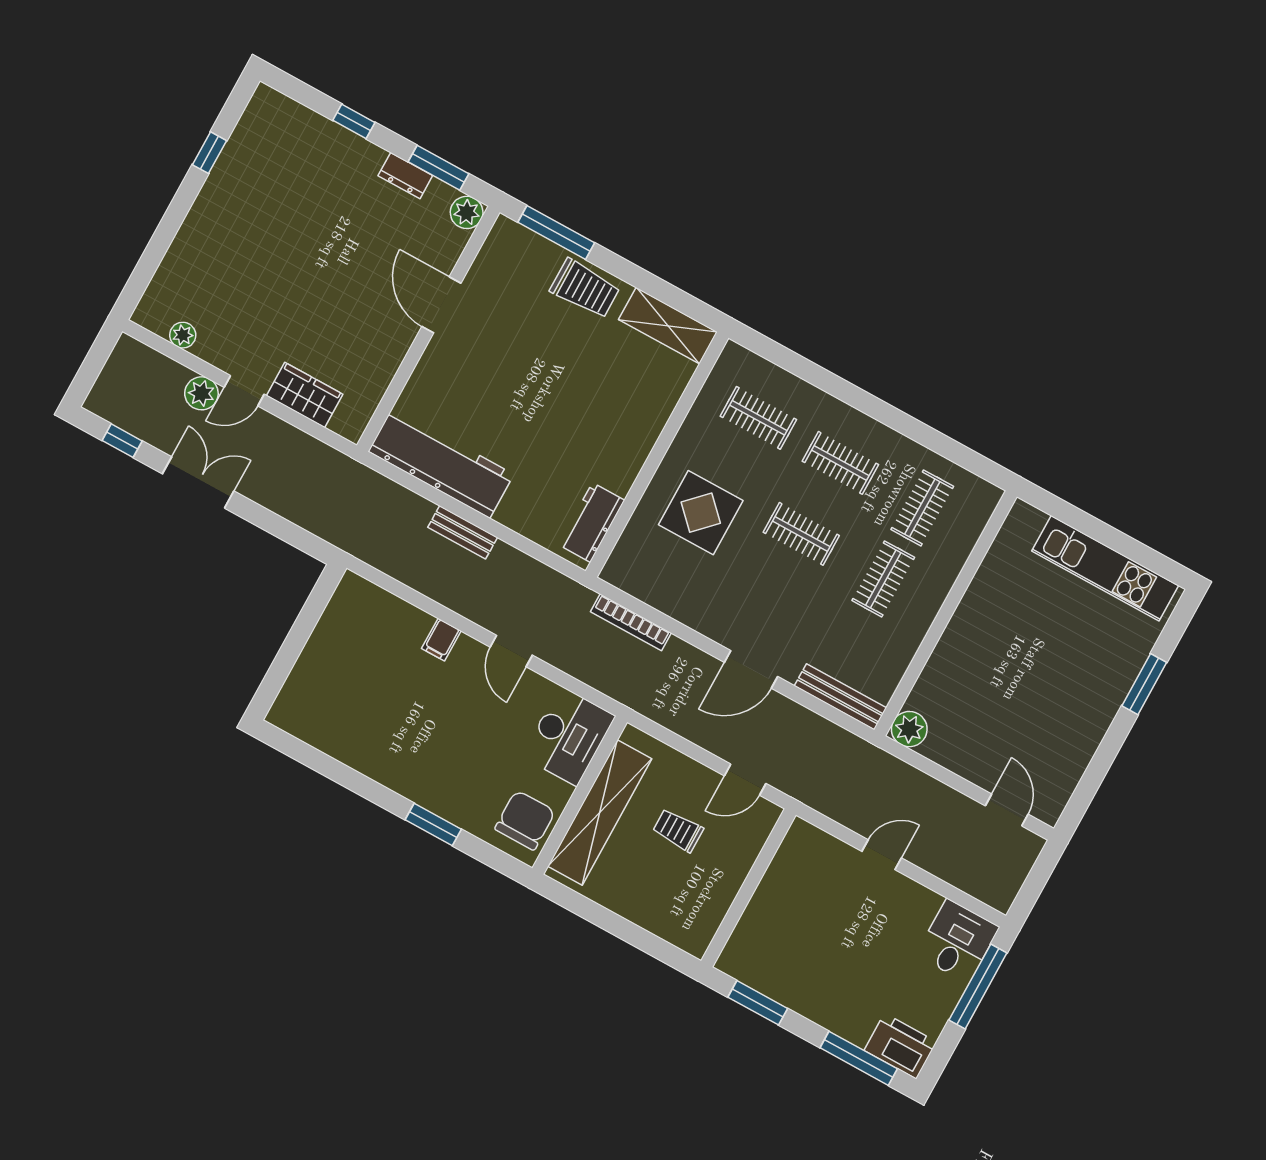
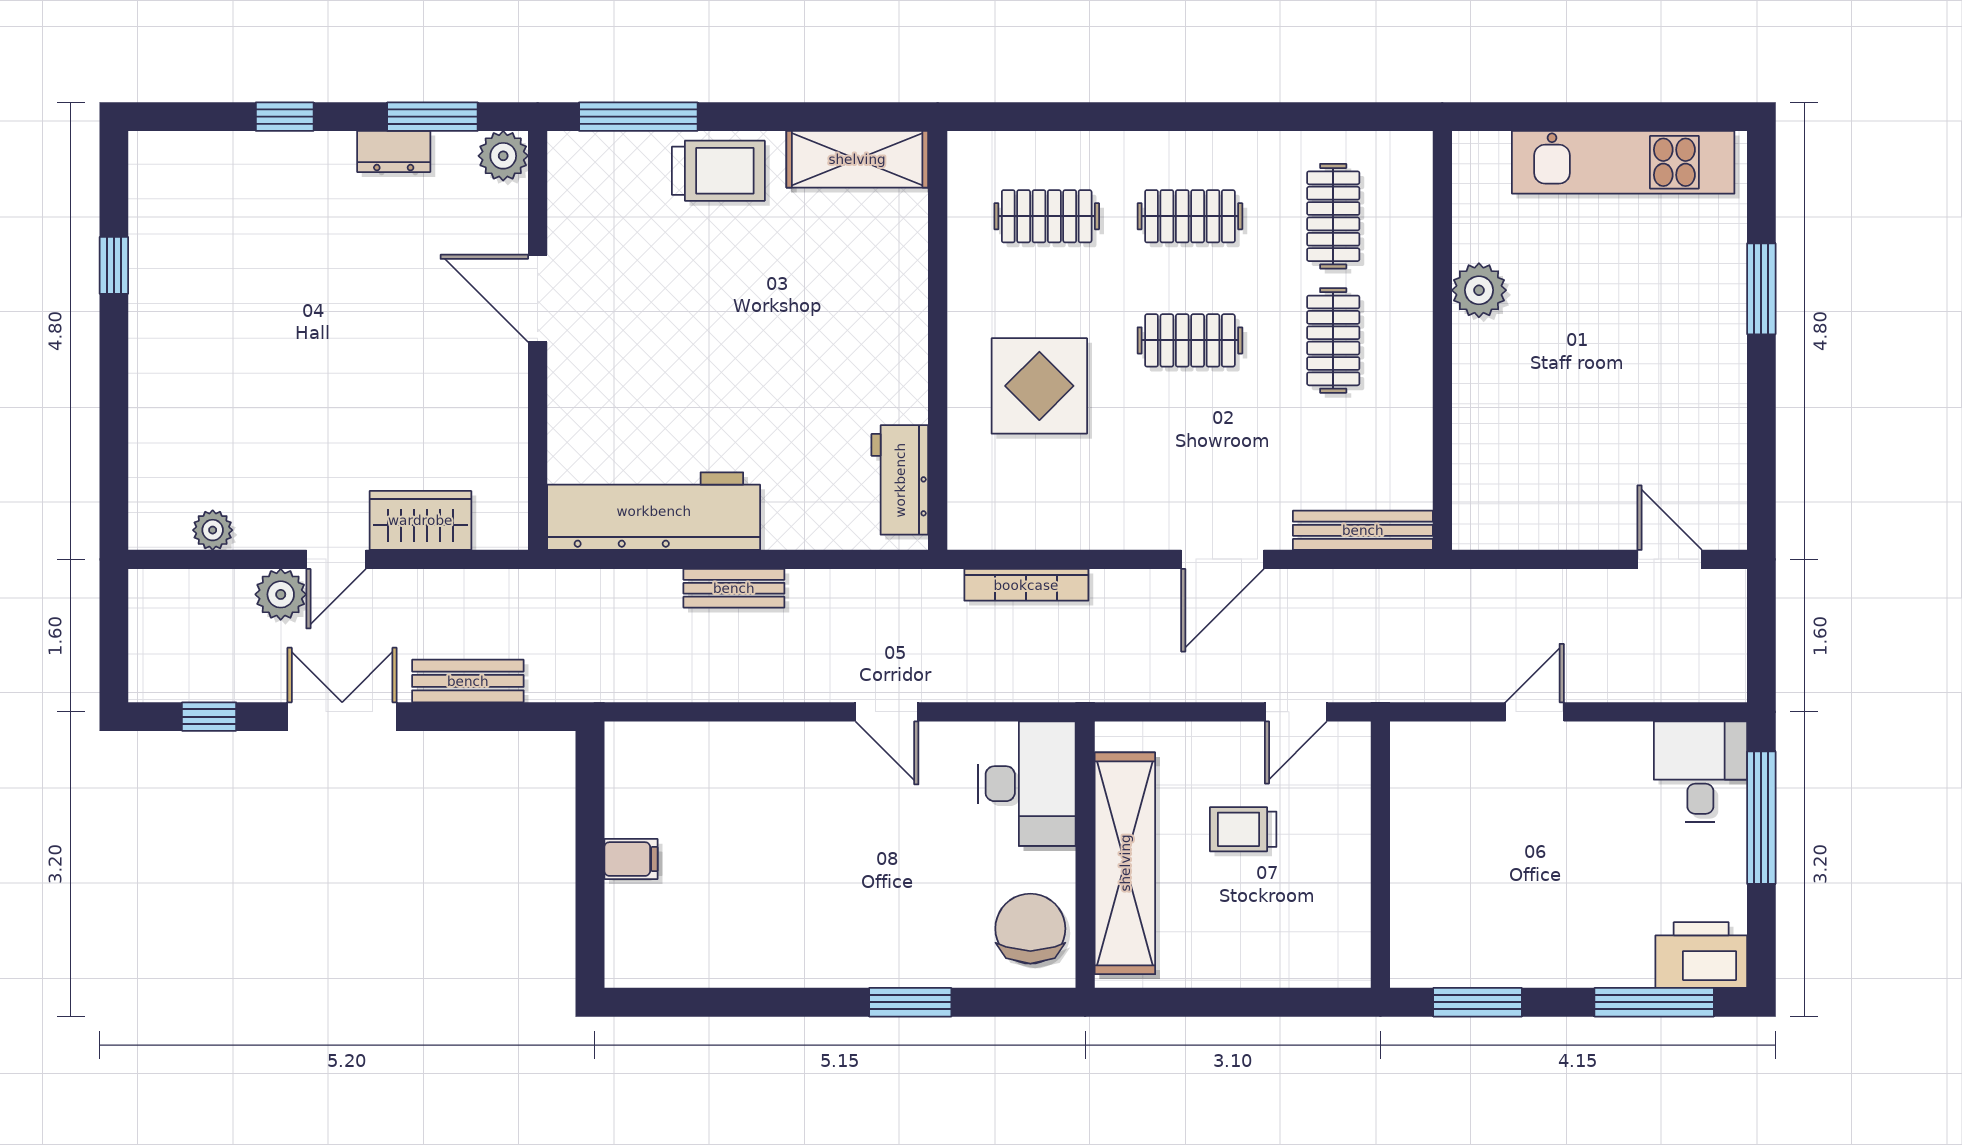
bench: (281, 502) -> (468, 681), added
filing cabinet: (441, 640) -> (631, 859), moved, turned -90
plant: (909, 729) -> (1479, 290), moved

